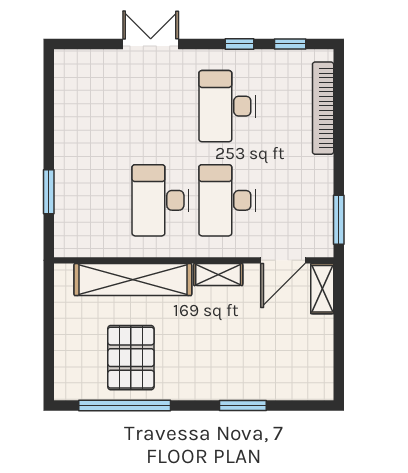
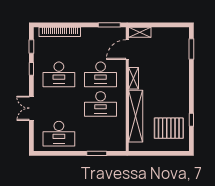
desk: (93, 106) -> (59, 134), added
door: (283, 260) -> (127, 50), swing flipped
pallet: (131, 358) -> (169, 128), moved
window: (125, 405) -> (191, 120), width x0.32
window: (243, 405) -> (191, 49), moved

